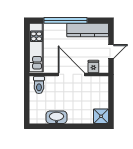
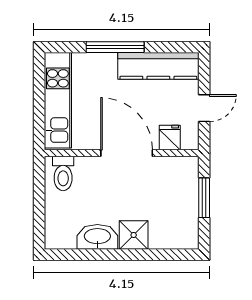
window: (66, 20) -> (115, 47), width x0.68
window: (111, 97) -> (204, 198), added
shower: (101, 116) -> (134, 235), moved

